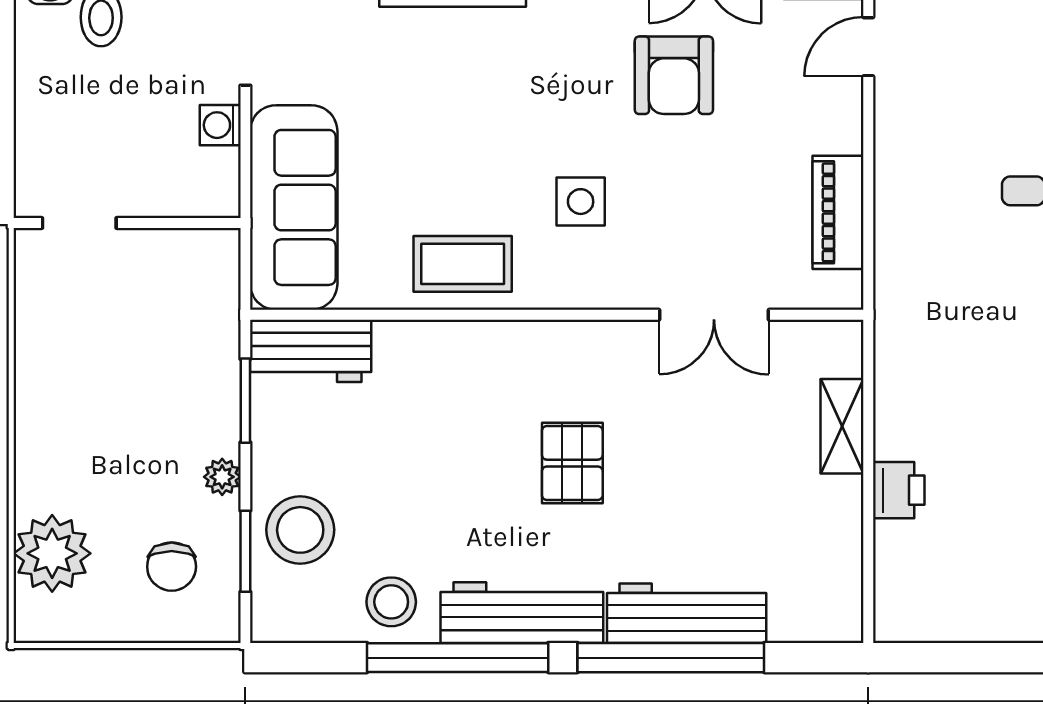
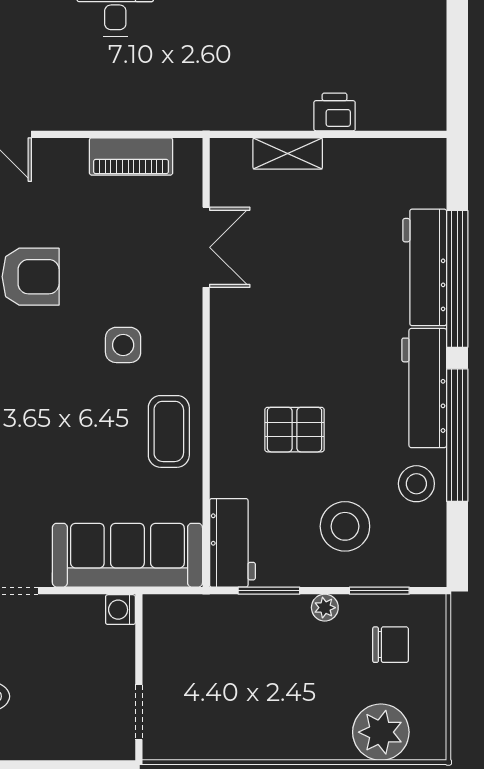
washing machine: (220, 125) -> (120, 610), moved, turned 90
pallet: (572, 463) -> (295, 430), moved
stool: (300, 530) -> (345, 526), moved

